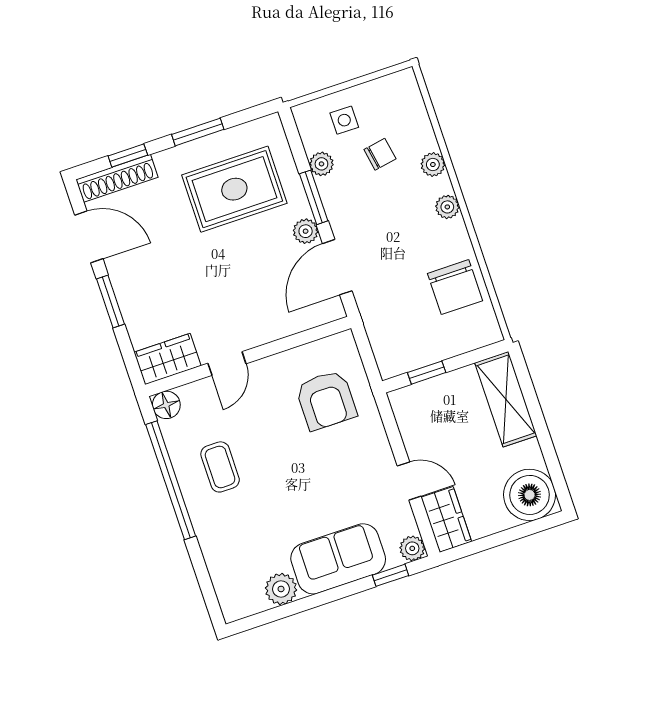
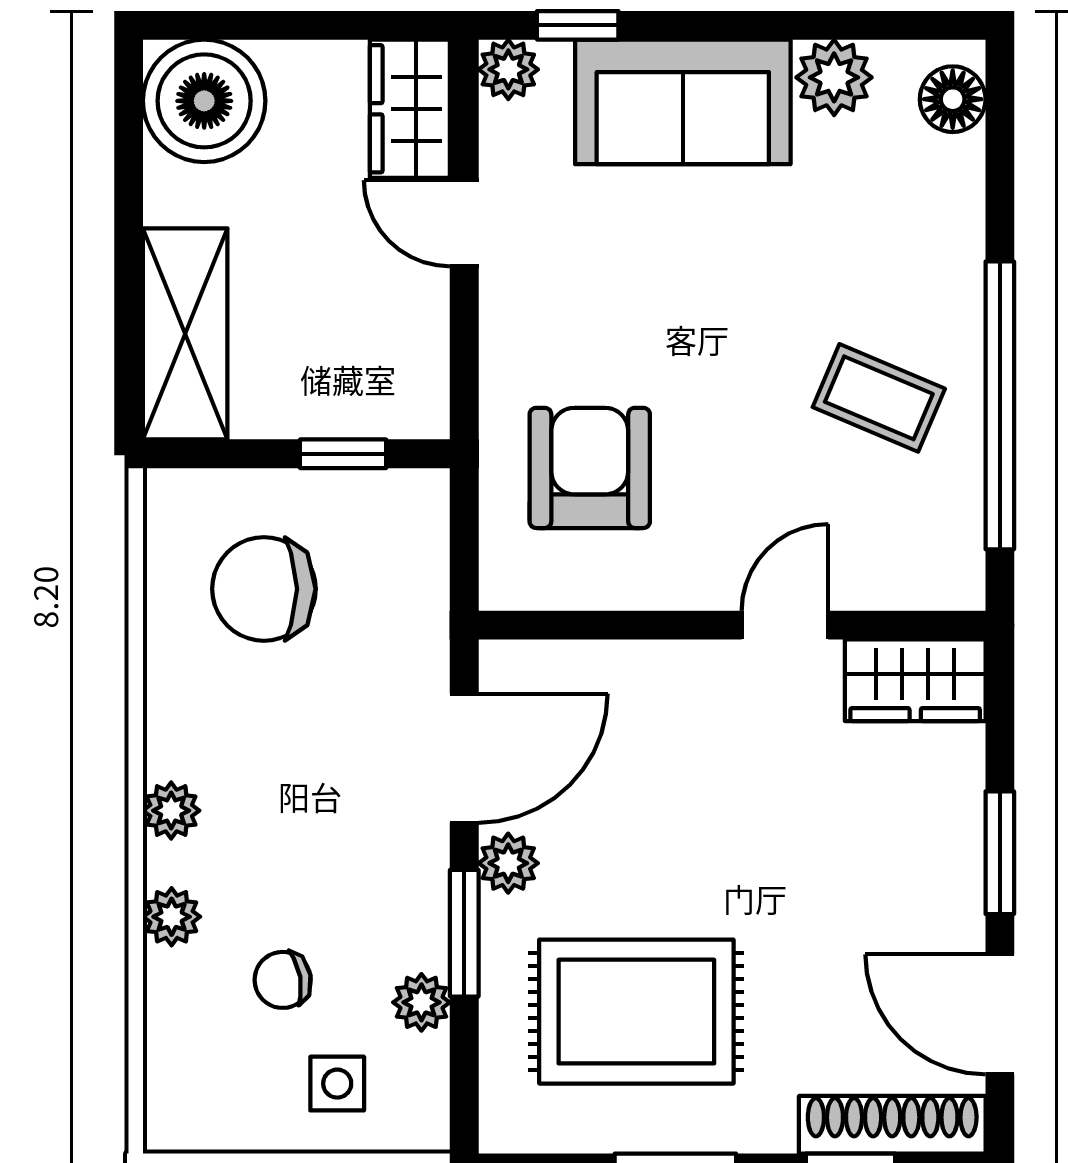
chair: (455, 287) -> (264, 589), moved, turned -90
floor lamp: (166, 405) -> (953, 99), moved
coffee table: (220, 467) -> (879, 398), turned -67

